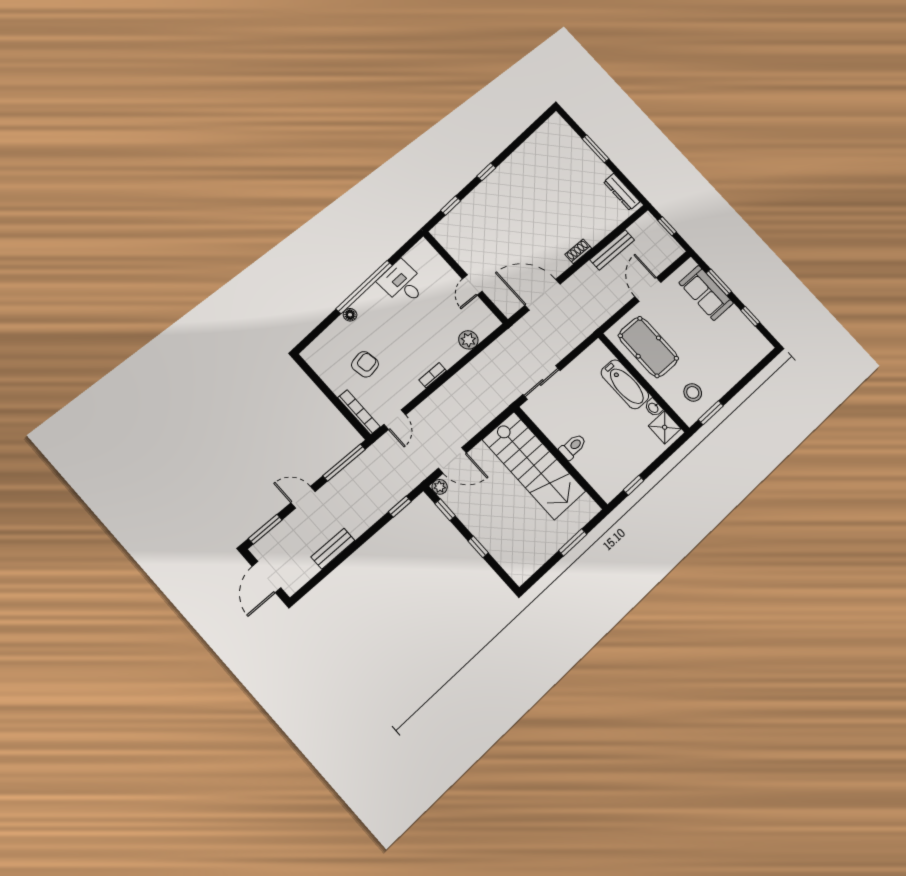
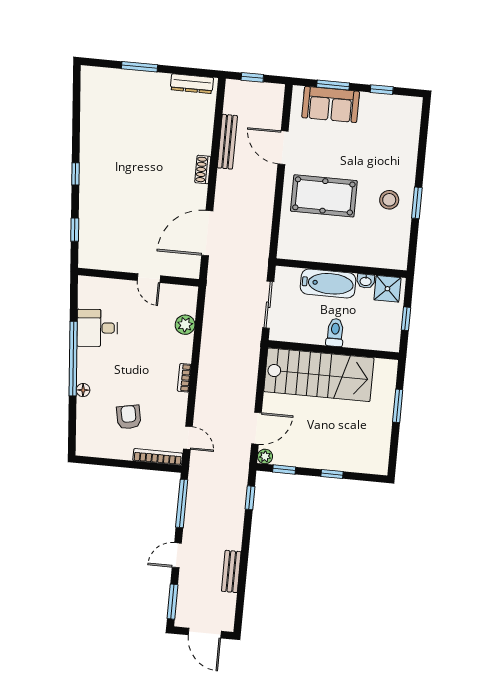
wall: (644, 383) -> (341, 268), moved
bathtub: (625, 384) -> (328, 284), moved
washbasin: (654, 408) -> (366, 281), moved
shower: (665, 427) -> (387, 289), moved

